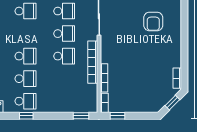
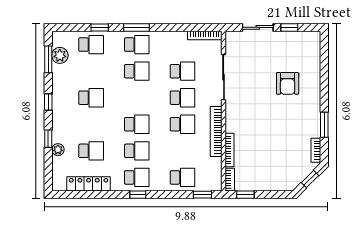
window: (184, 57) -> (324, 125), added
school desk: (64, 101) -> (182, 177), added

